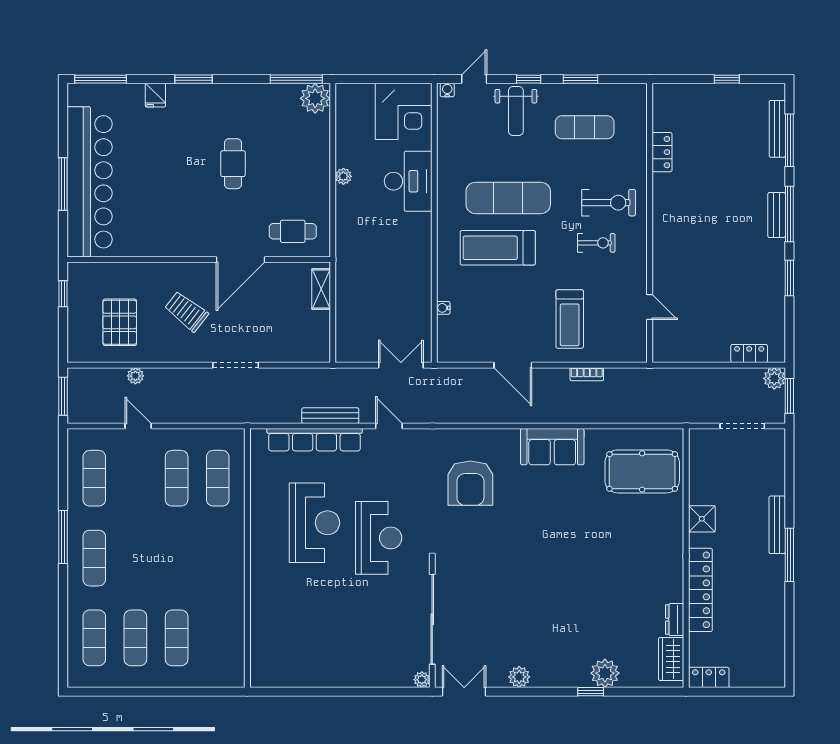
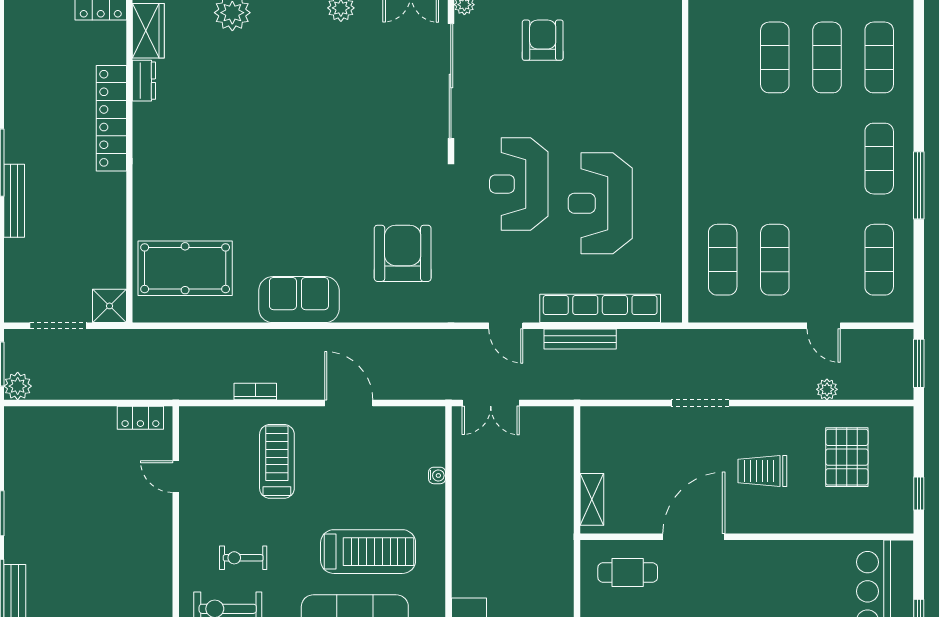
trolley: (186, 311) -> (762, 471), turned 142
locker: (749, 353) -> (140, 418), moved
shower: (702, 519) -> (110, 306), moved
armchair: (360, 652) -> (543, 40), added

